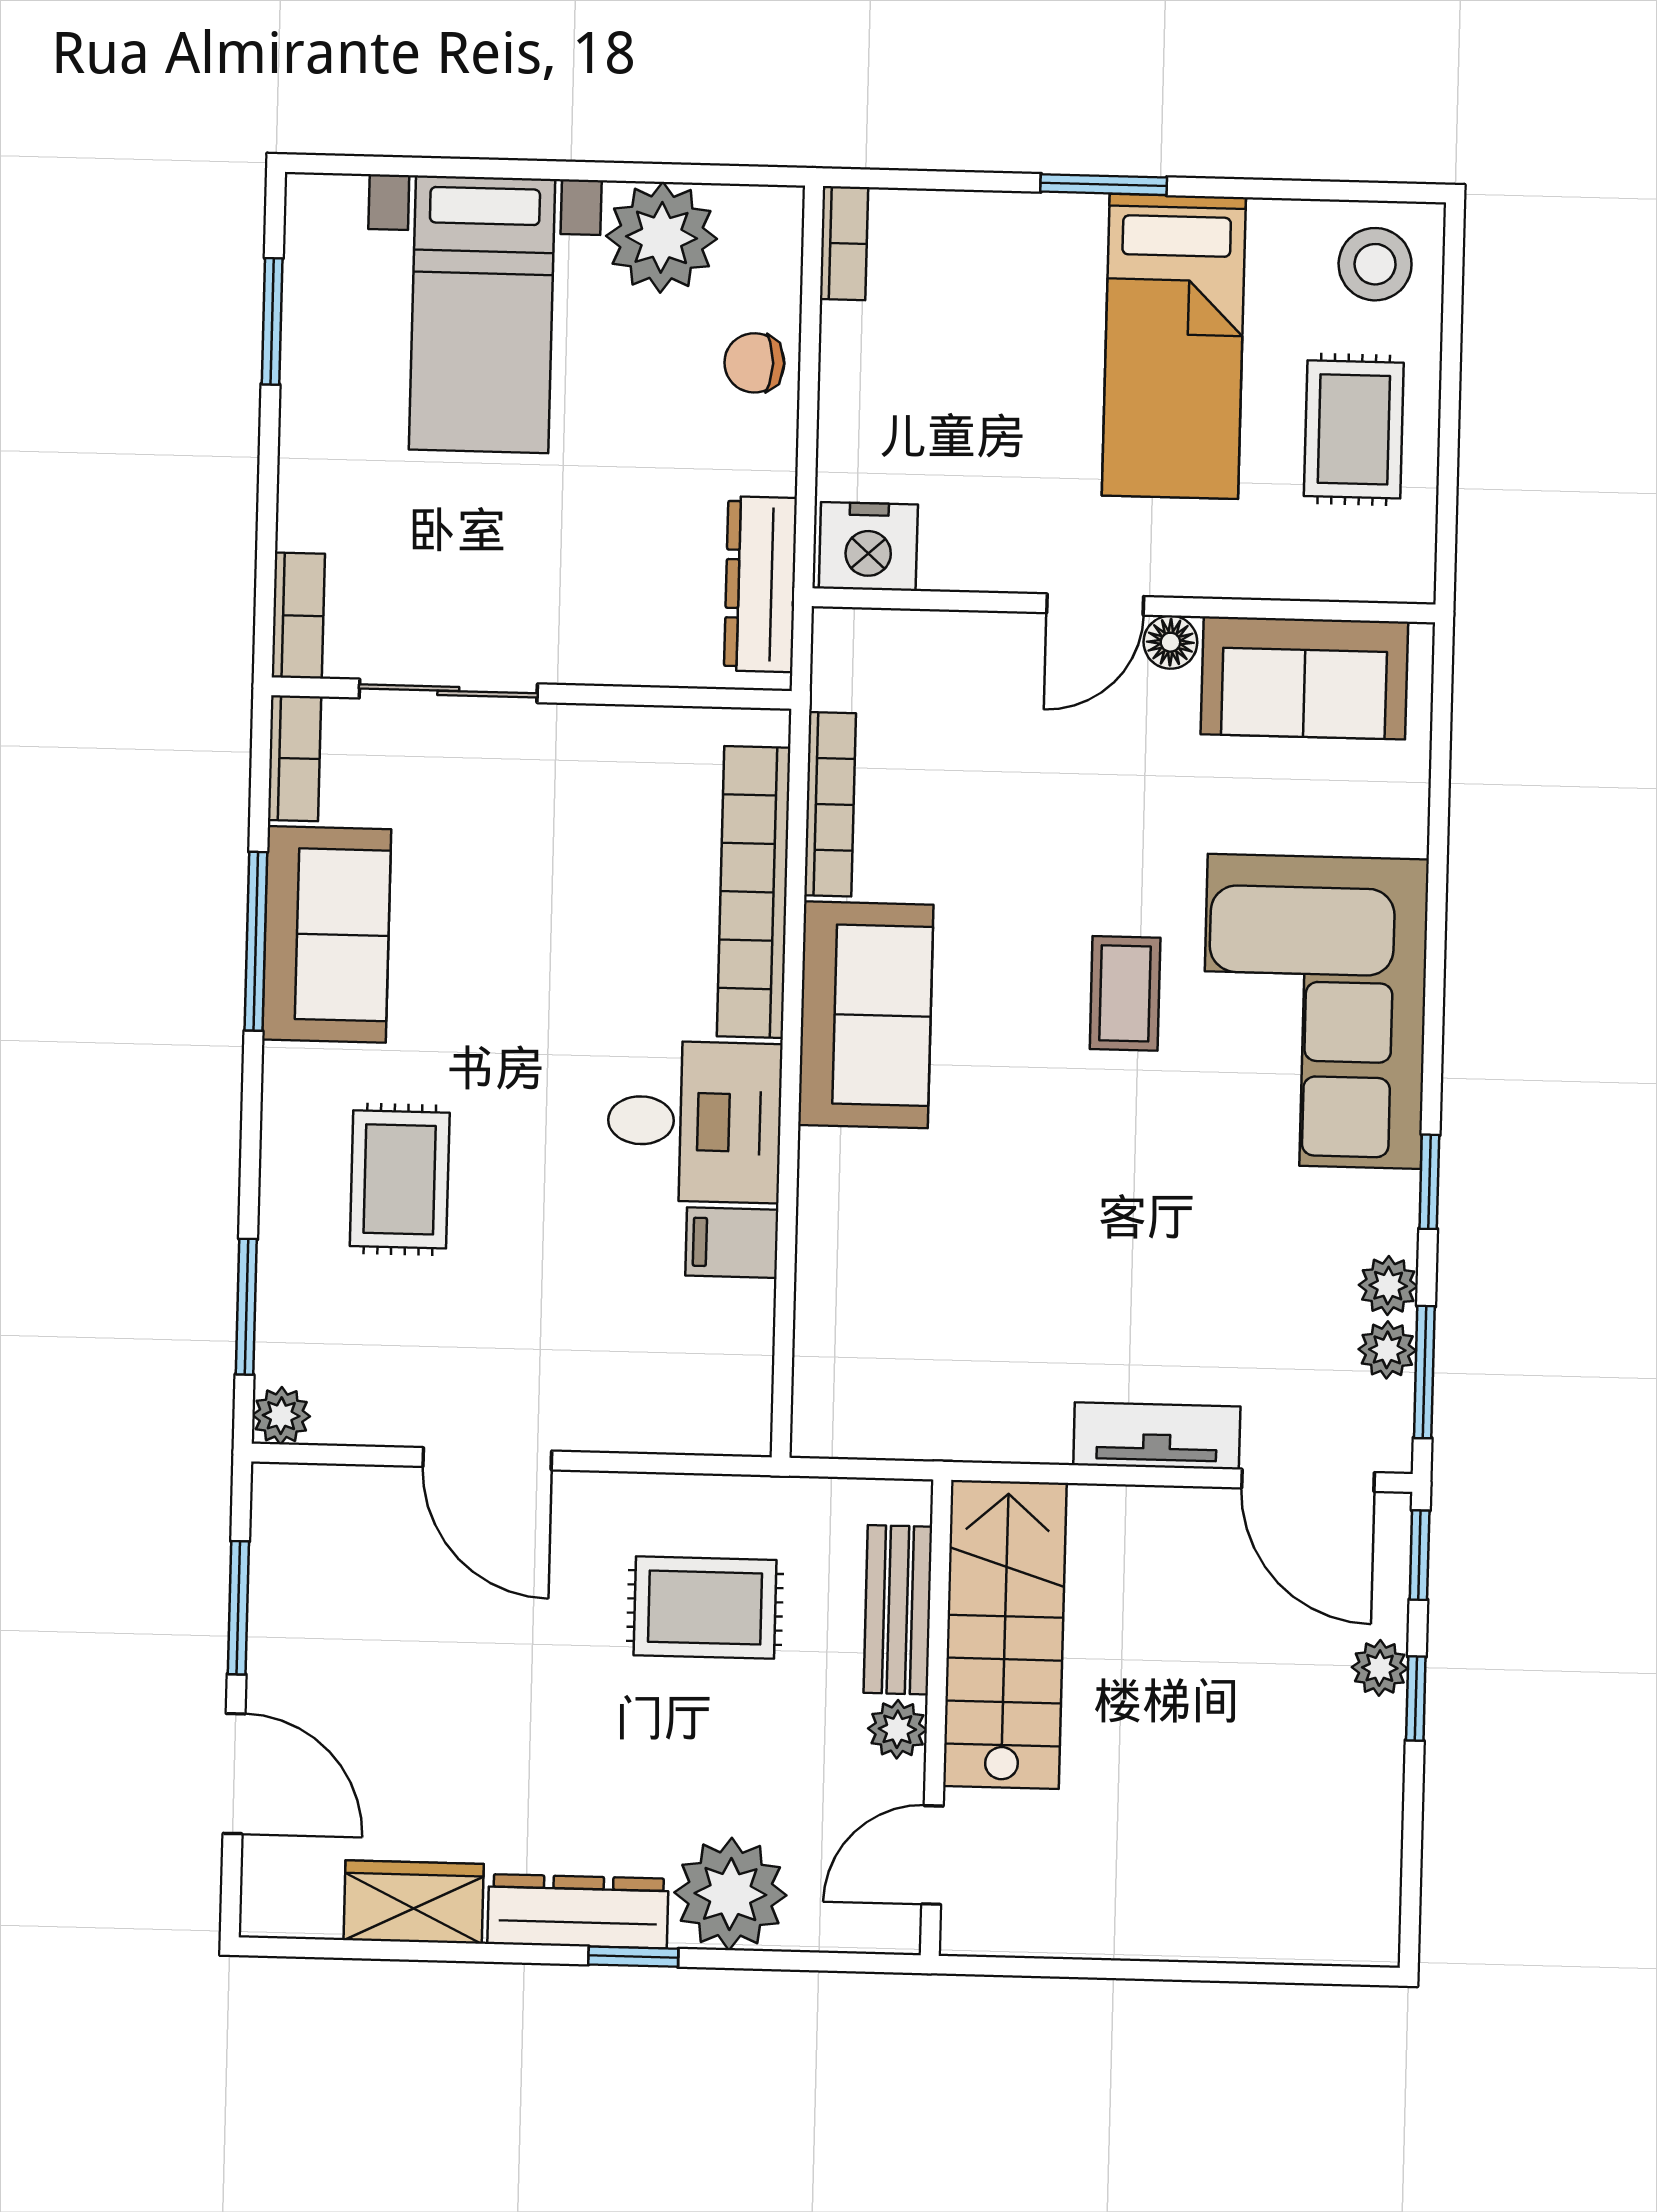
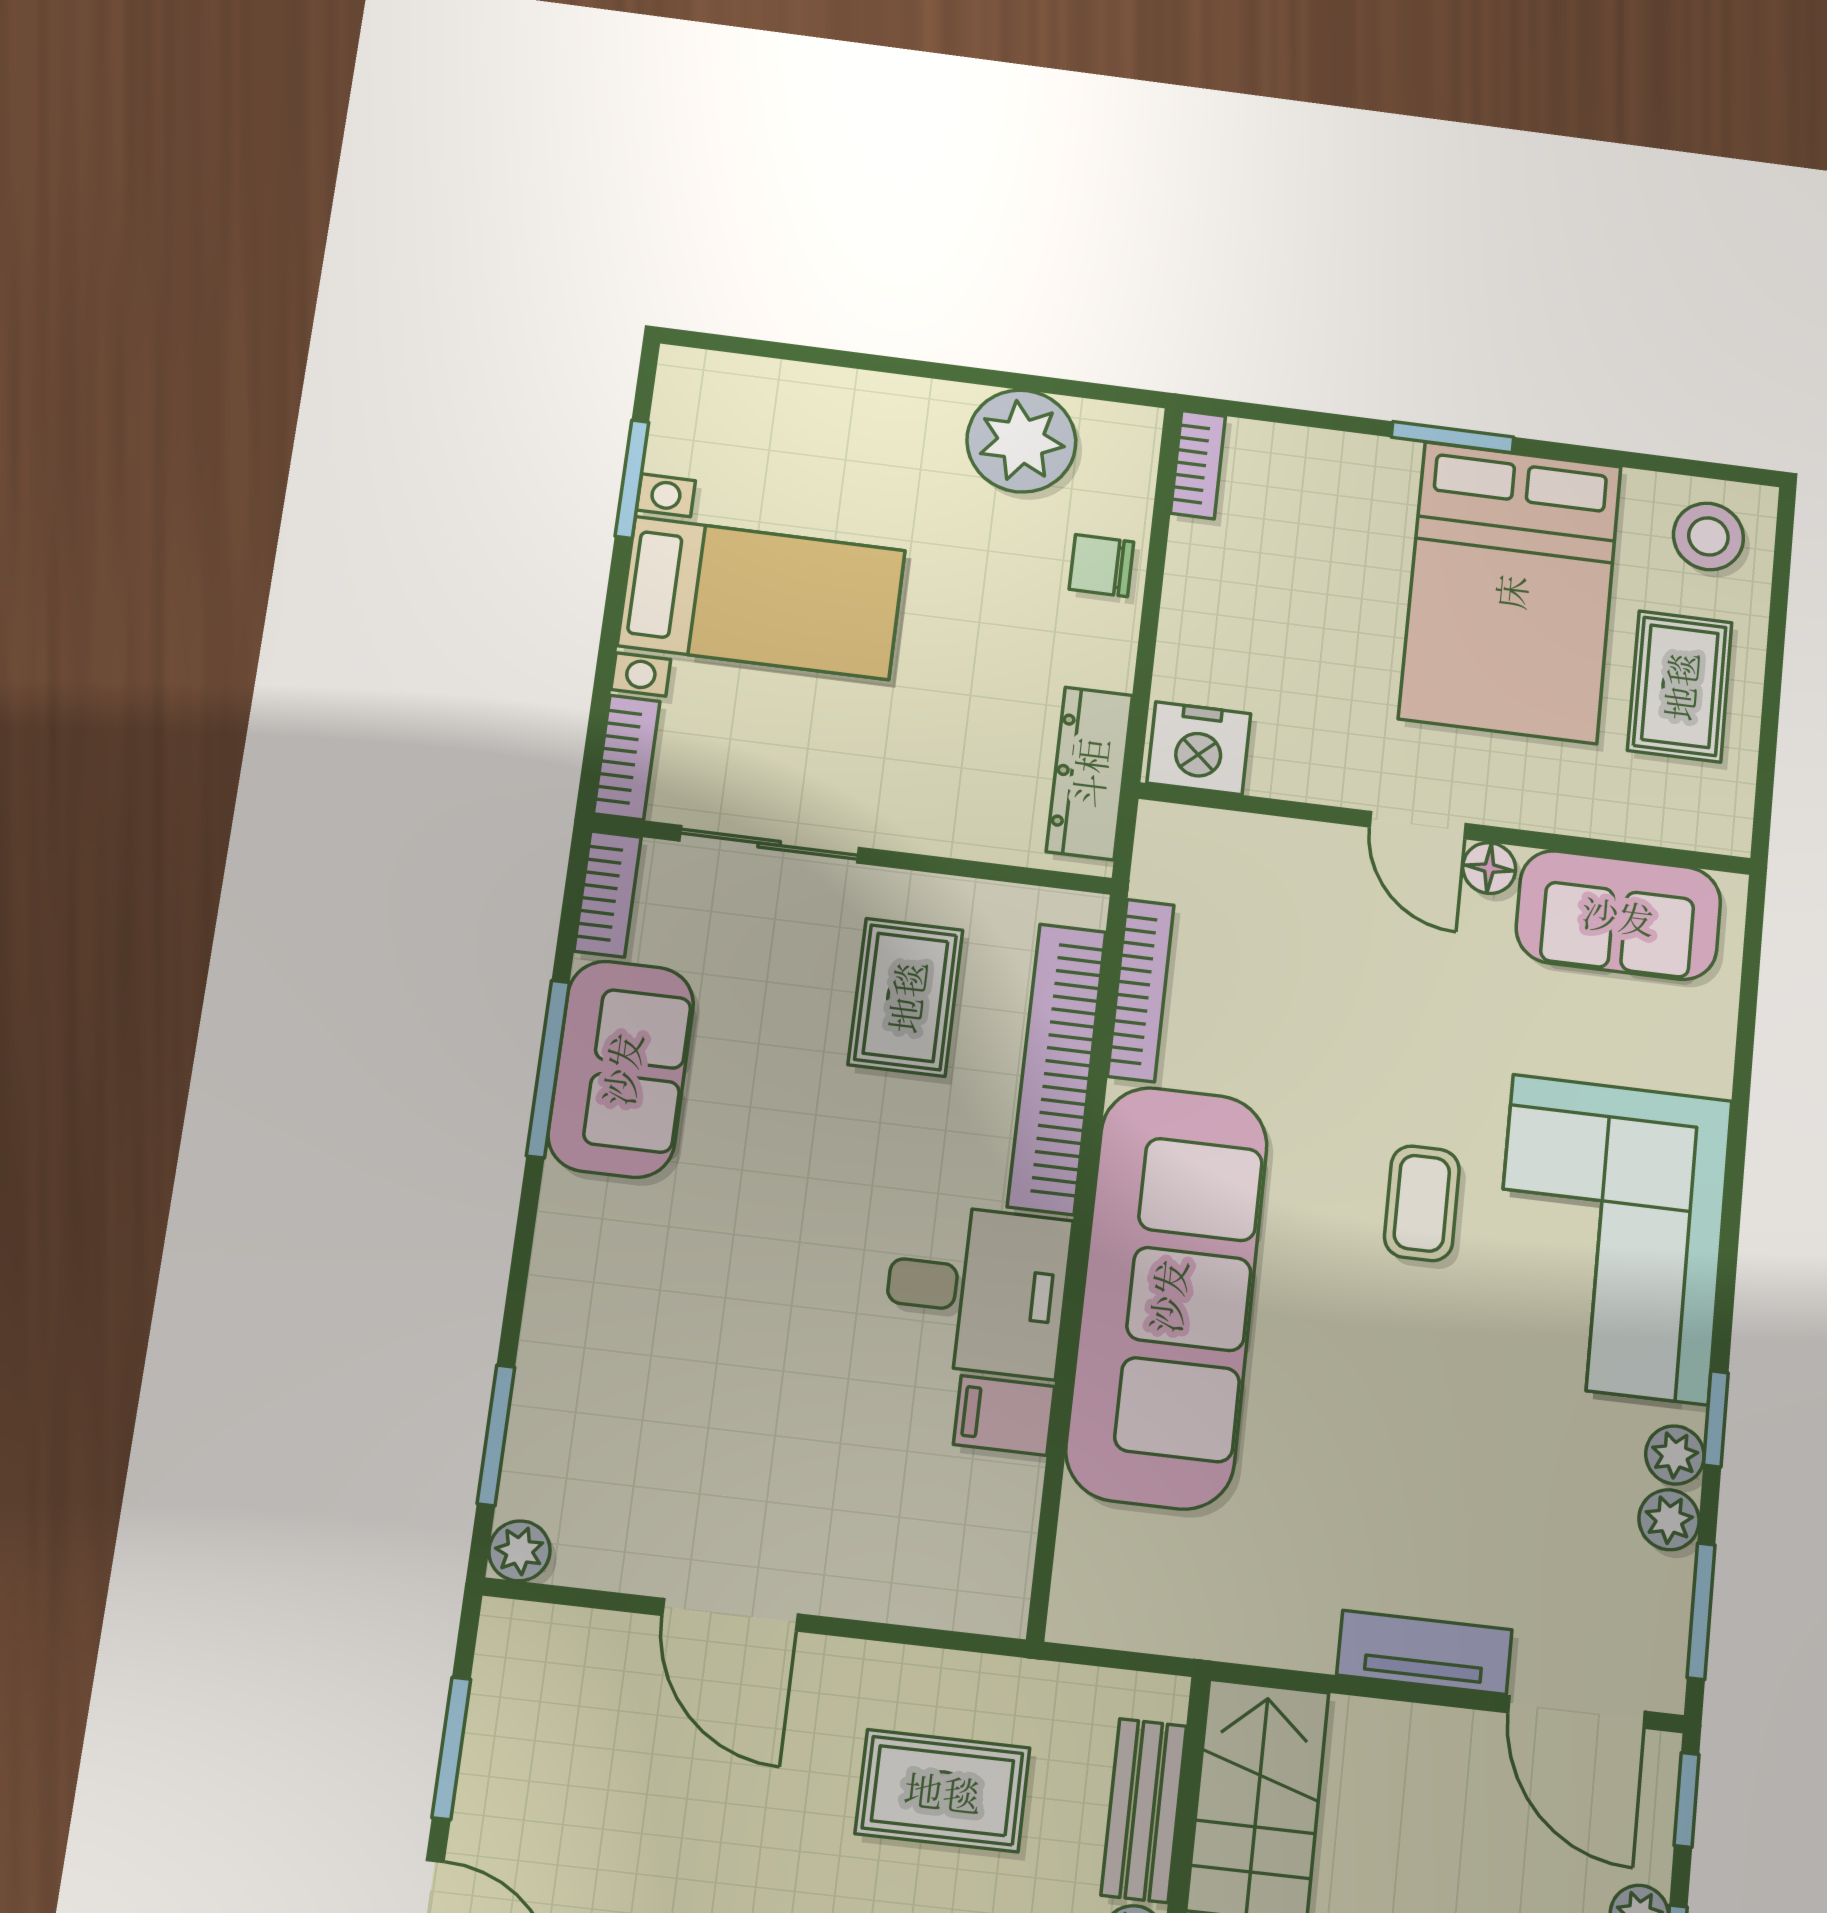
bed with nightstands: (482, 314) -> (762, 598), moved, turned -90
bed: (1174, 346) -> (1510, 592), width x1.50
door: (1095, 605) -> (1418, 825), hinge flipped
sofa: (866, 1015) -> (1167, 1296), width x1.85, depth x1.27
rug: (400, 1179) -> (906, 997), moved
plant: (1387, 1350) -> (1675, 1455), moved

